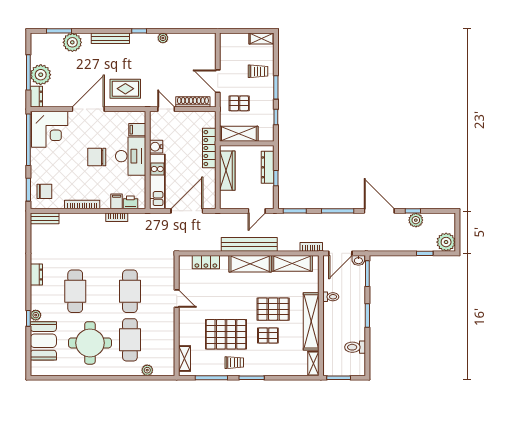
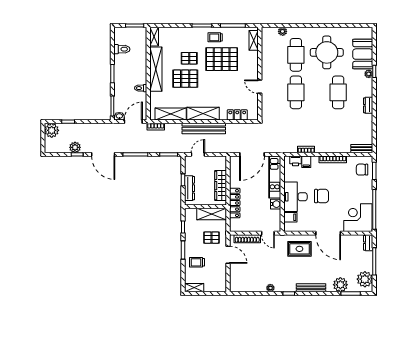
plant: (41, 75) -> (365, 279), moved
door: (88, 109) -> (328, 233), hinge flipped

